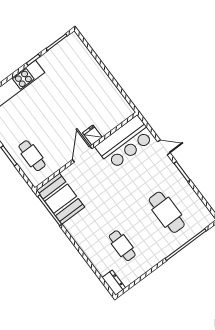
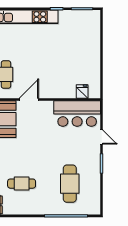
fridge: (92, 135) -> (82, 92), moved
door: (82, 154) -> (29, 99), moved
cafe table: (122, 246) -> (22, 184), turned 90

